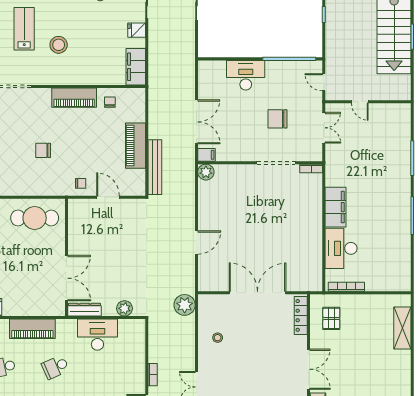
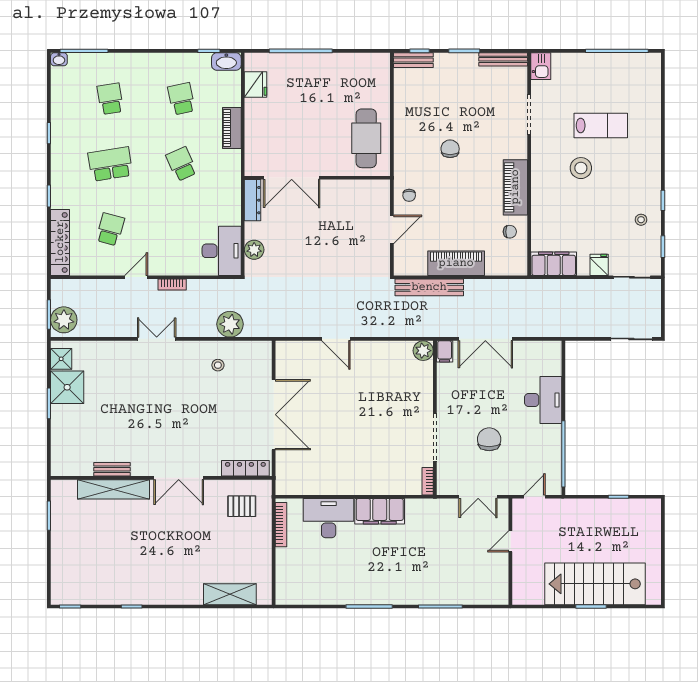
plant: (185, 305) -> (230, 324), moved
piano: (32, 329) -> (232, 128), width x0.73, depth x0.75
desk: (97, 335) -> (222, 251), moved

